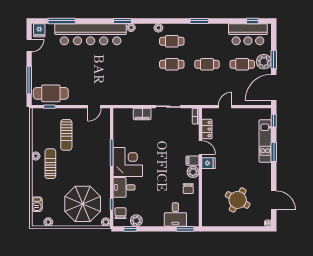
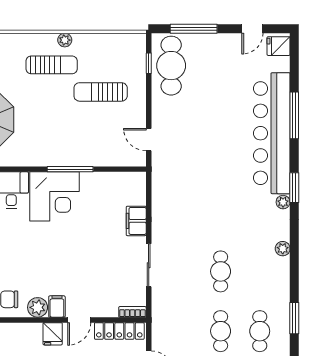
window: (62, 21) -> (294, 115), moved
cafe table: (172, 41) -> (260, 331), moved
door: (29, 46) -> (252, 29), hinge flipped
locker: (207, 129) -> (119, 331), width x1.53

